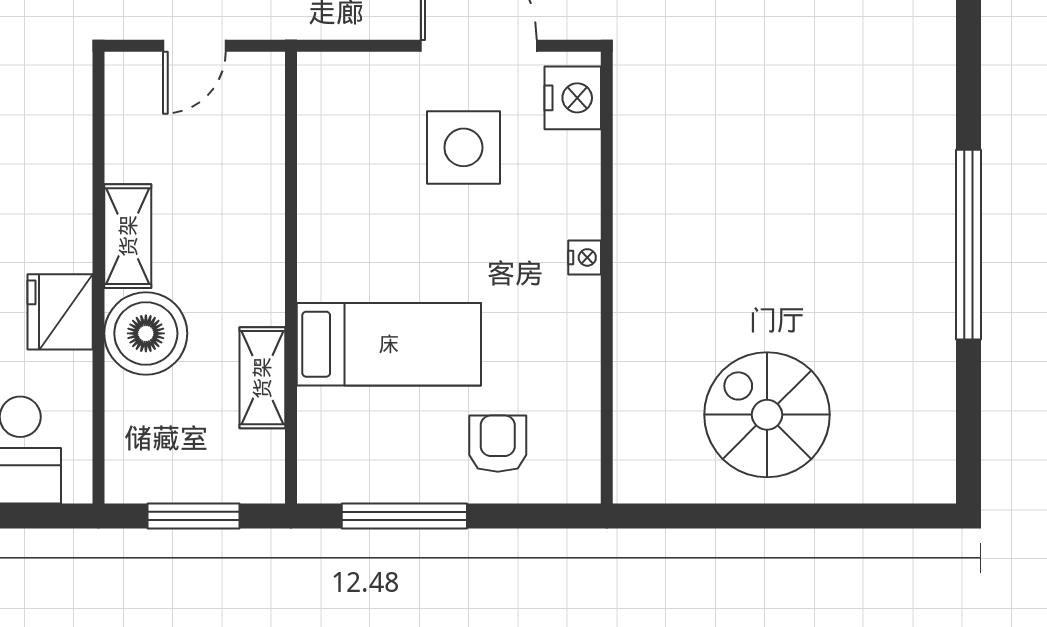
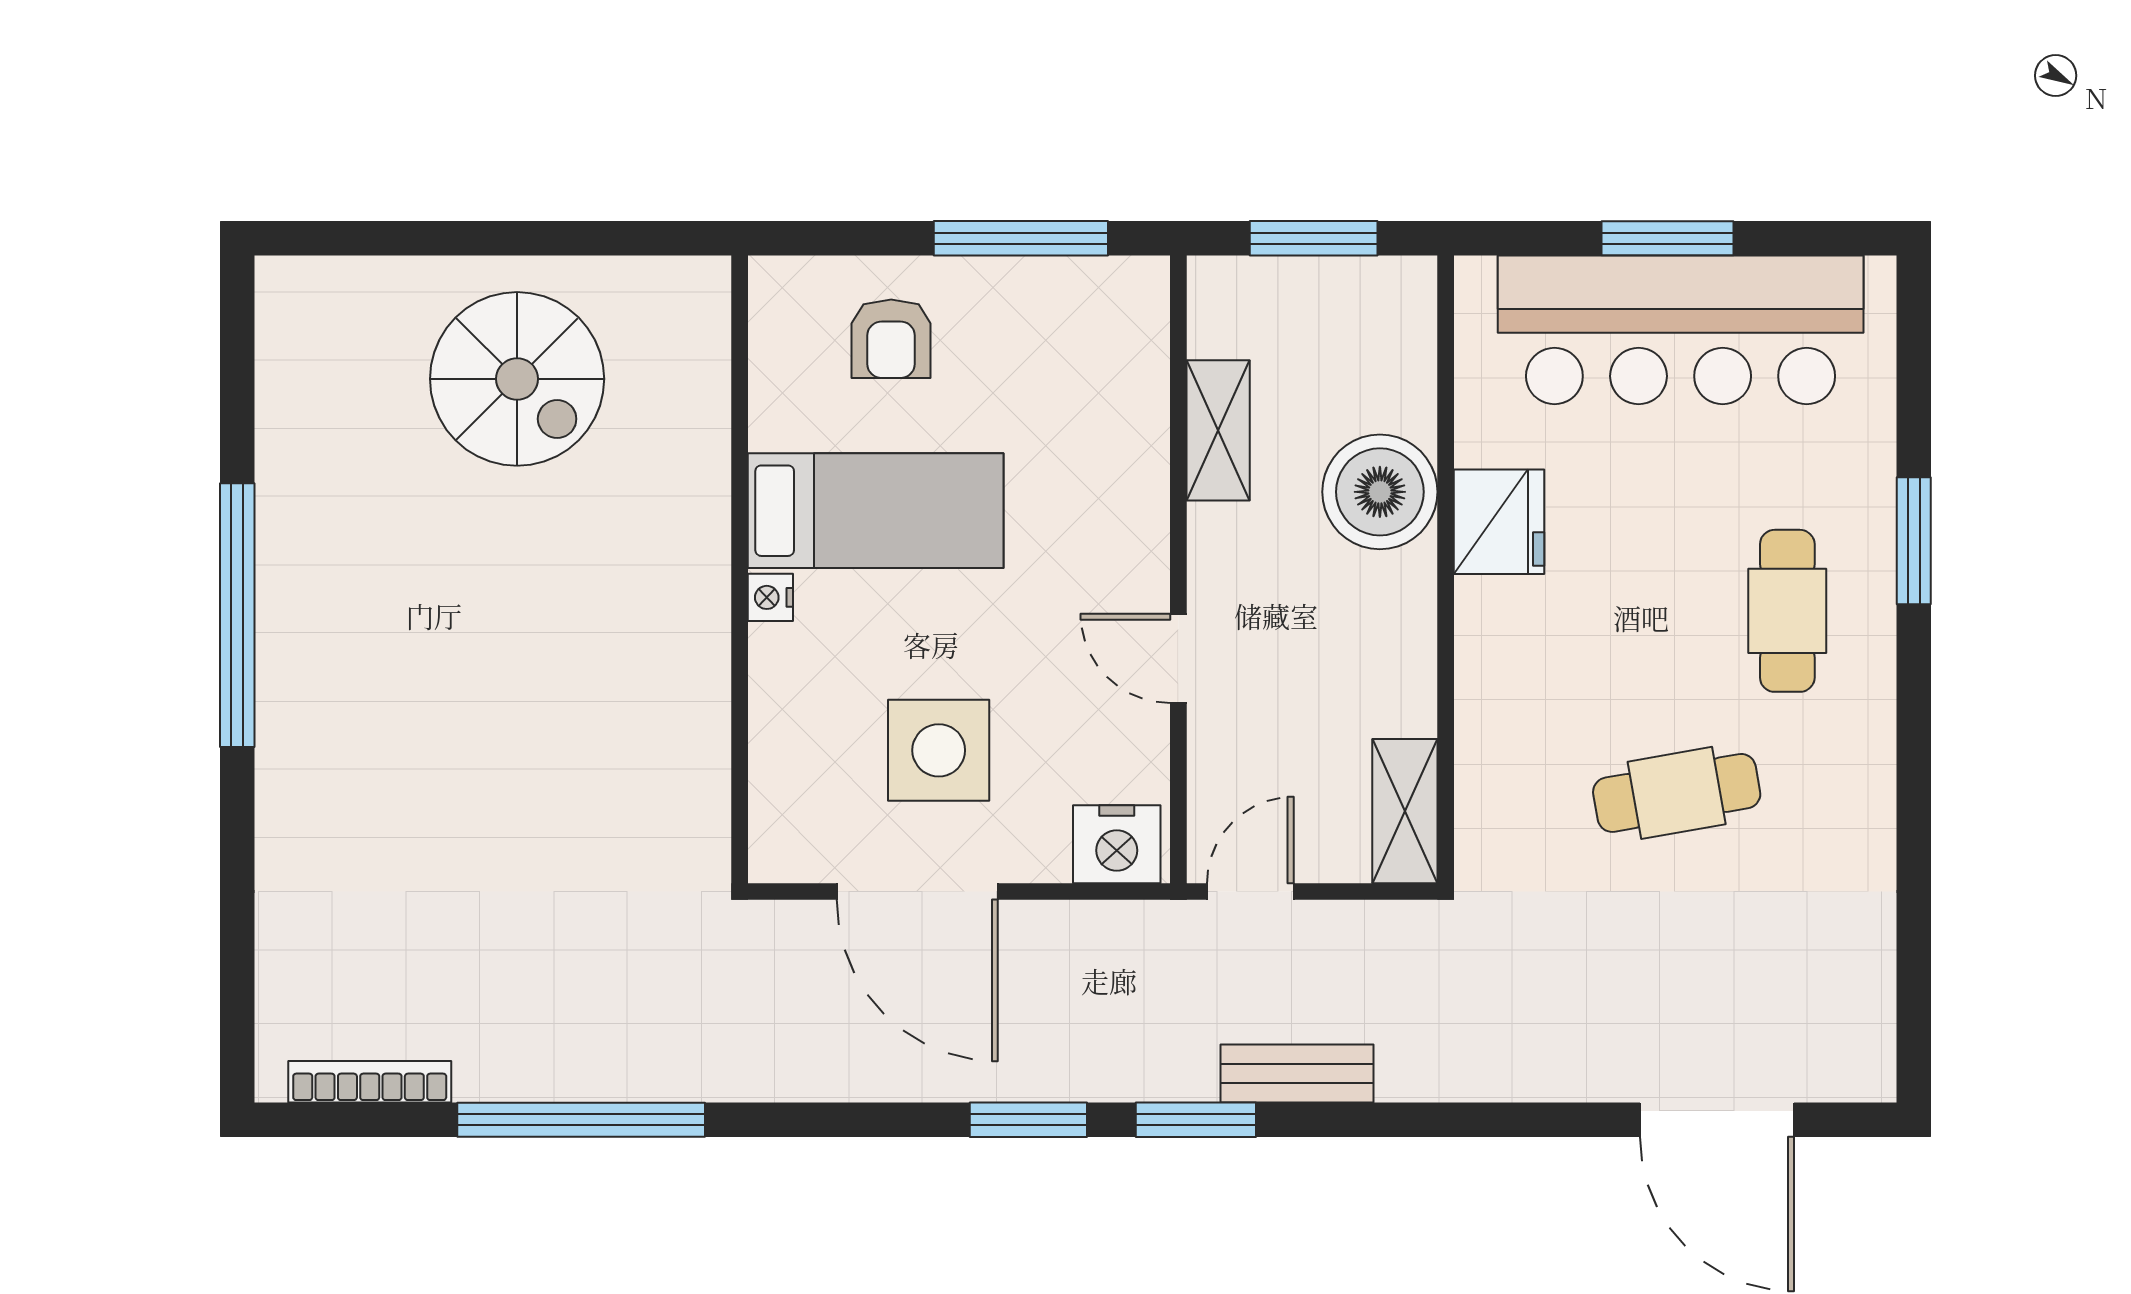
door: (194, 46) -> (1250, 892), moved
nightstand: (573, 98) -> (1117, 844), moved, turned -90
door: (291, 214) -> (1178, 658), added
shelving: (128, 236) -> (1405, 811), moved
bed: (389, 344) -> (876, 511), moved, turned 180

